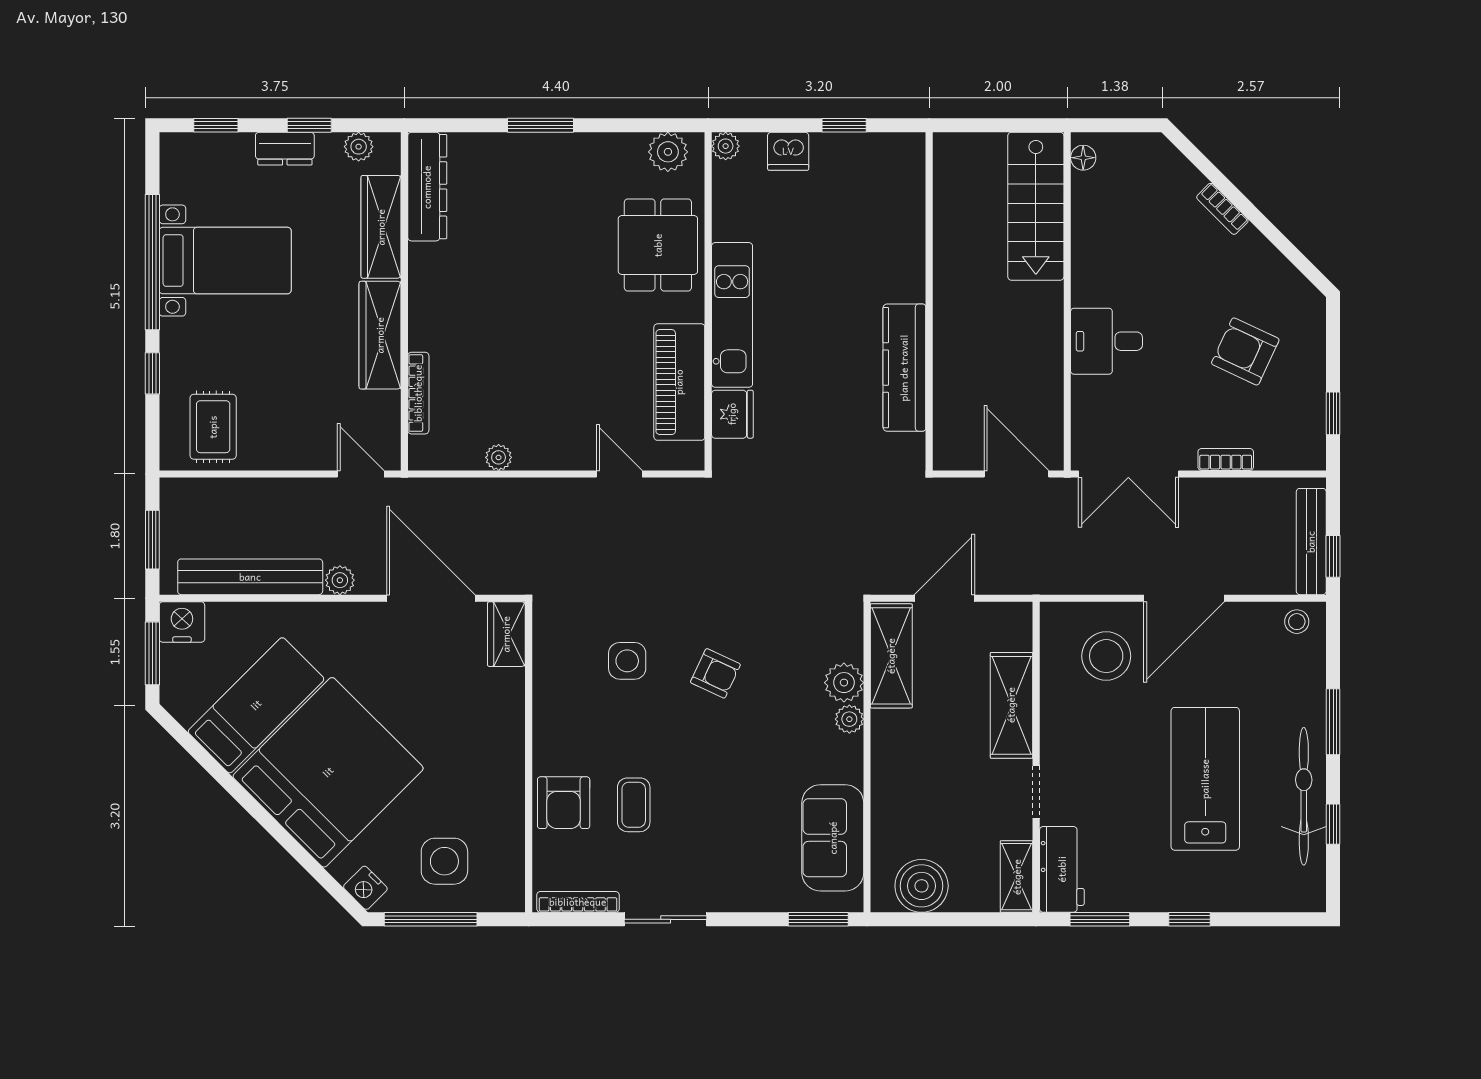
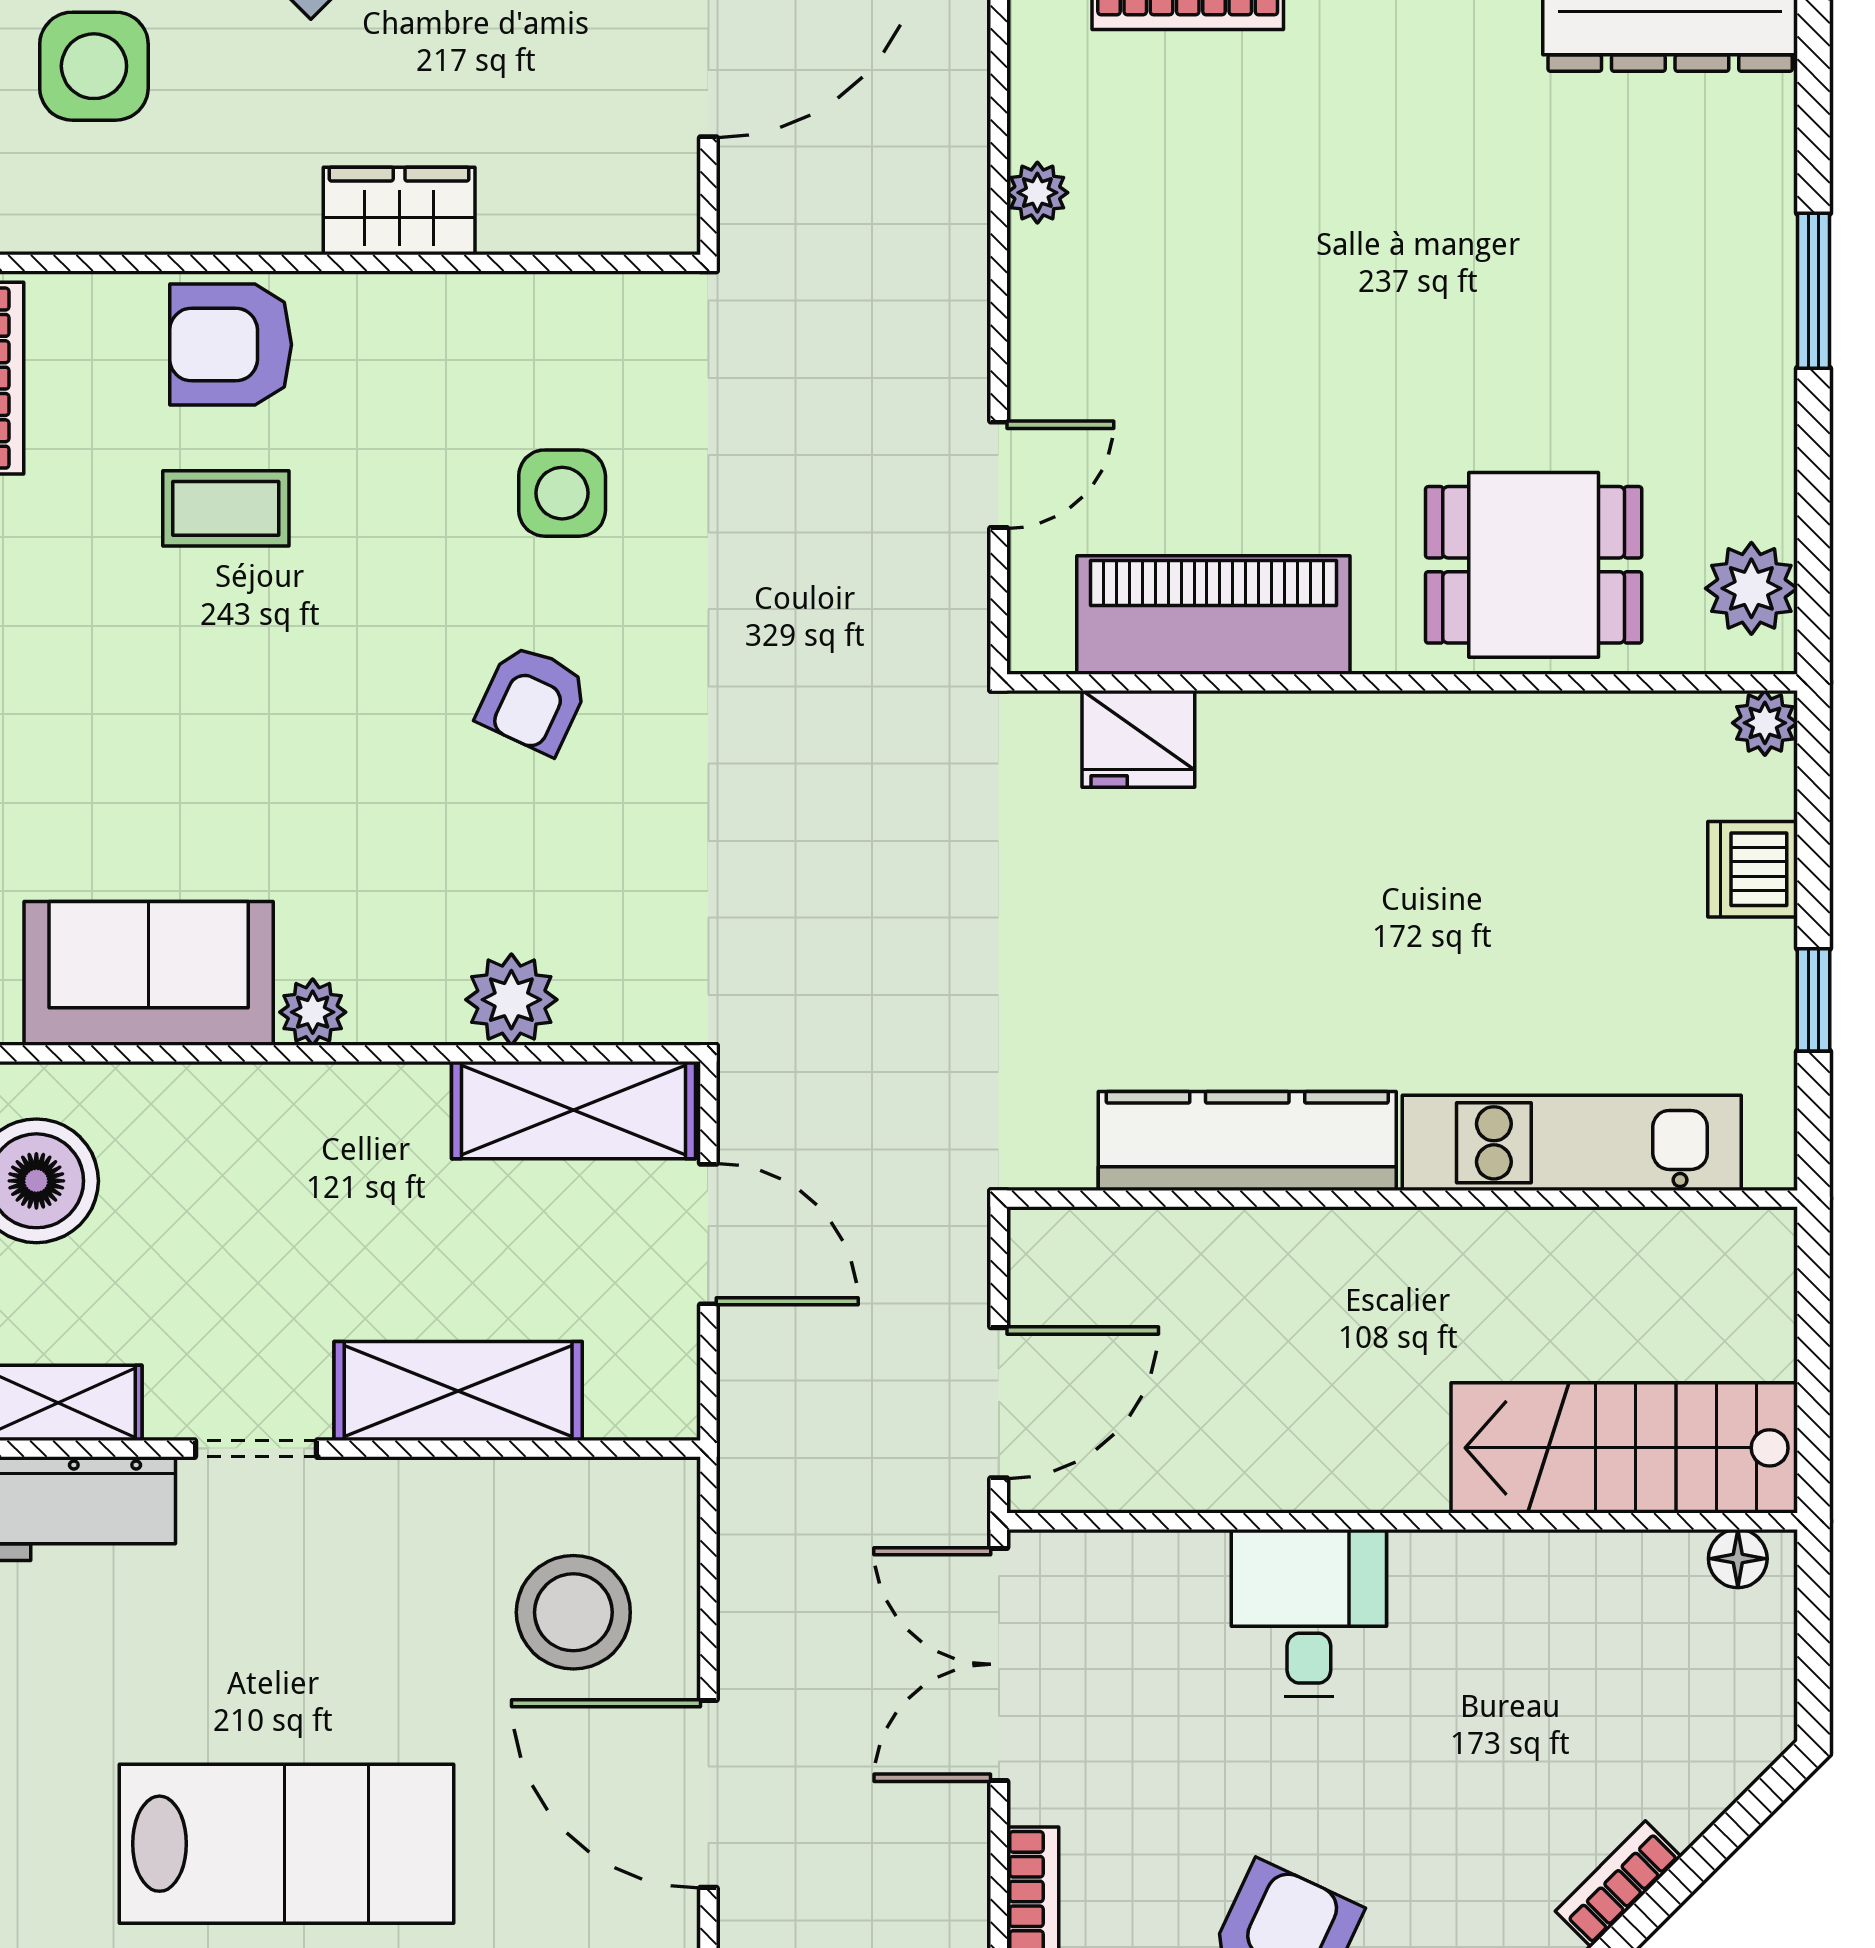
kitchen unit: (732, 315) -> (1572, 1143), moved, turned 180
wardrobe: (506, 634) -> (399, 211), moved
plant: (849, 719) -> (313, 1012), moved

